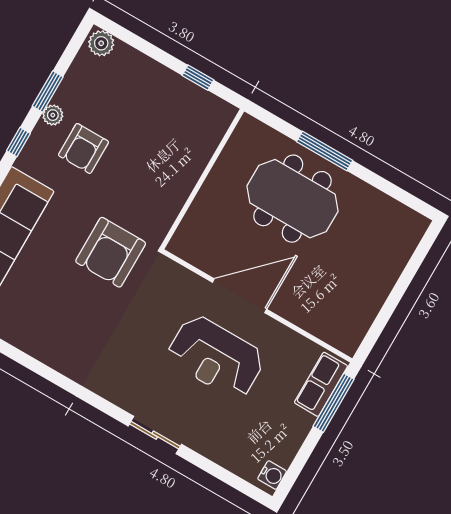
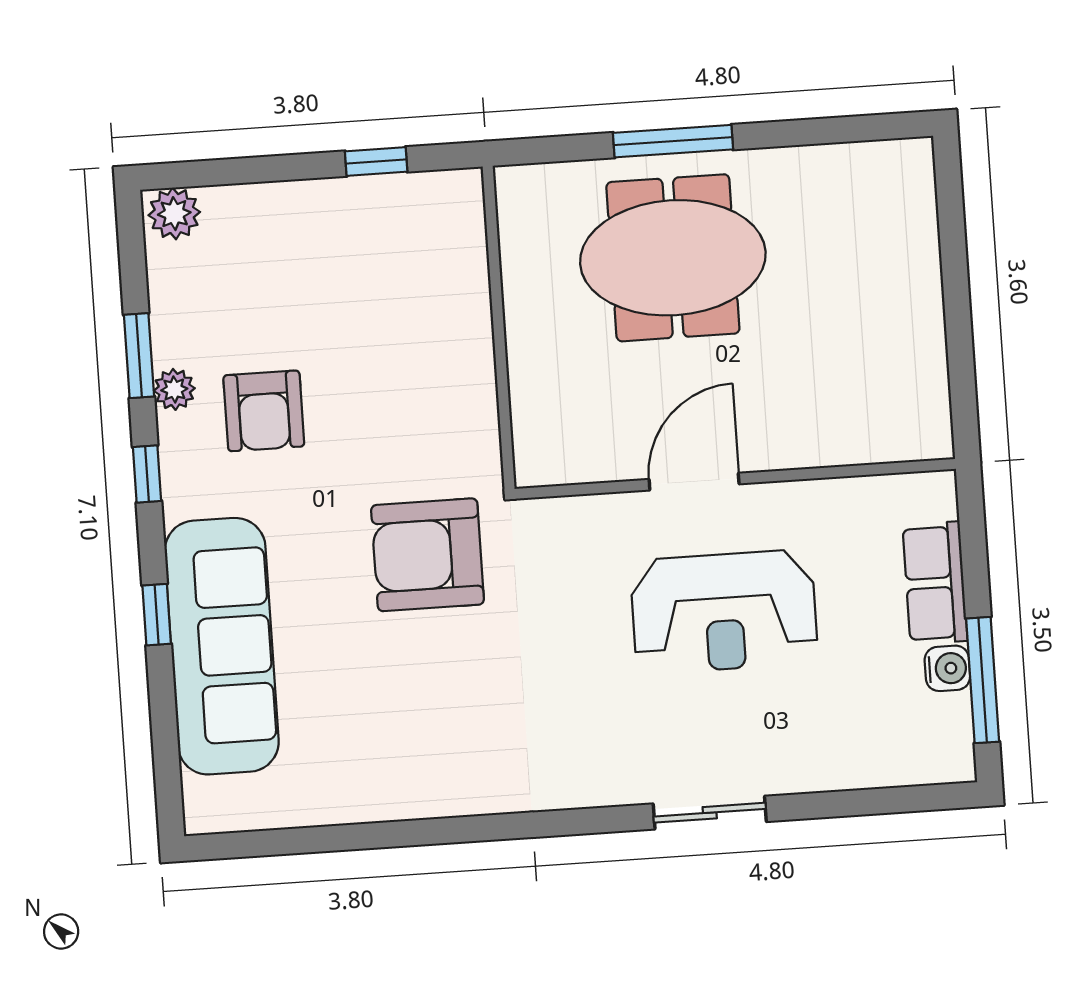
armchair: (111, 252) -> (428, 555), turned 90
door: (239, 296) -> (694, 482), width x0.73
row of seats: (321, 384) -> (935, 583), moved
window: (334, 403) -> (983, 680), moved
water cooler: (272, 475) -> (947, 668), moved

